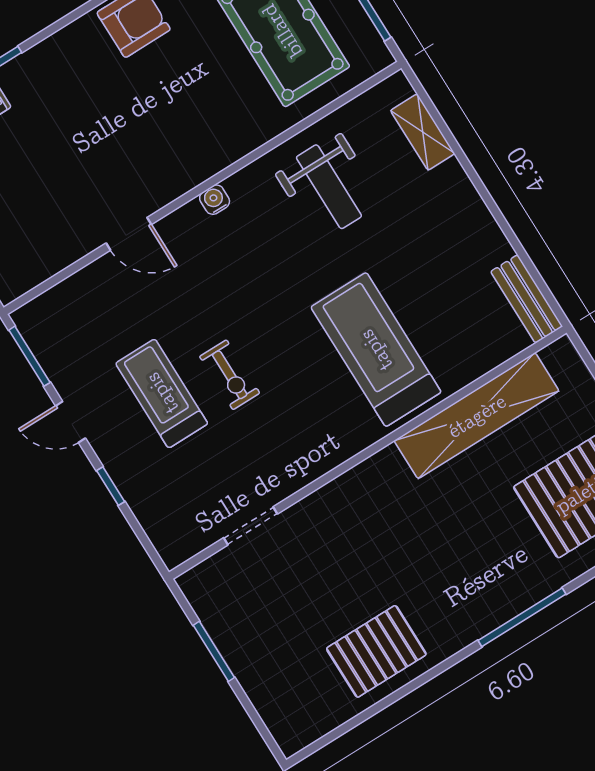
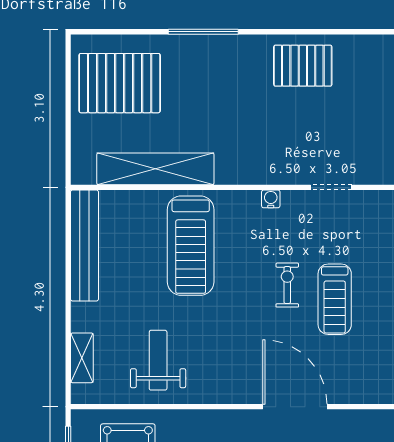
water cooler: (215, 200) -> (271, 199), moved, turned 180
door: (129, 234) -> (295, 407), width x1.87
bench: (527, 299) -> (84, 245), width x1.86, depth x1.21

